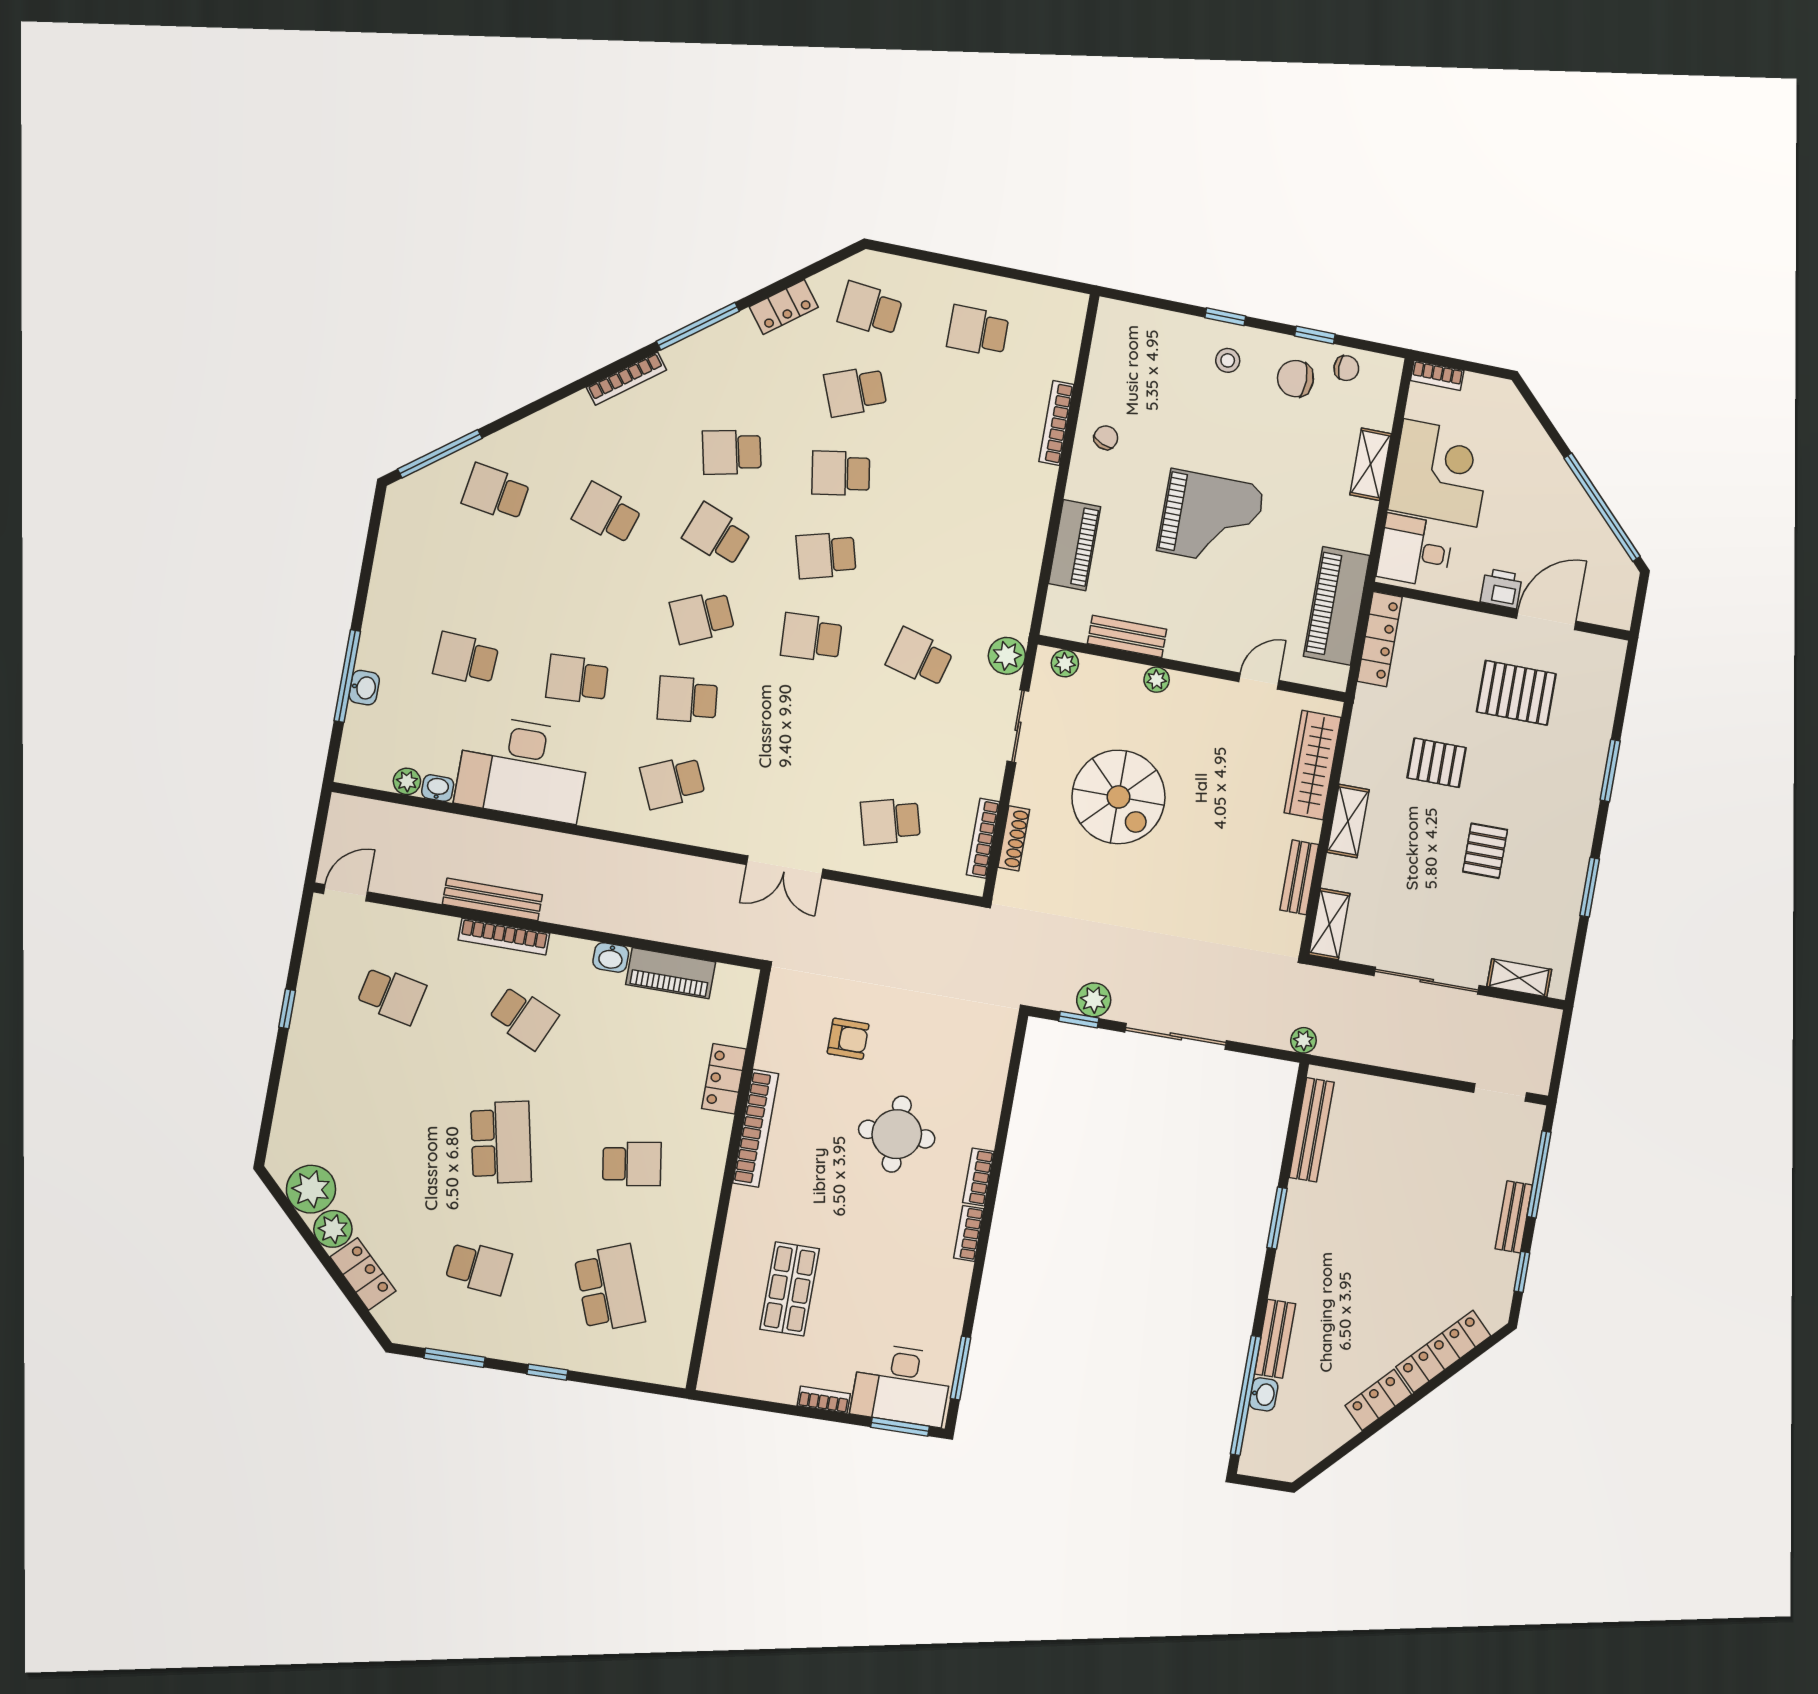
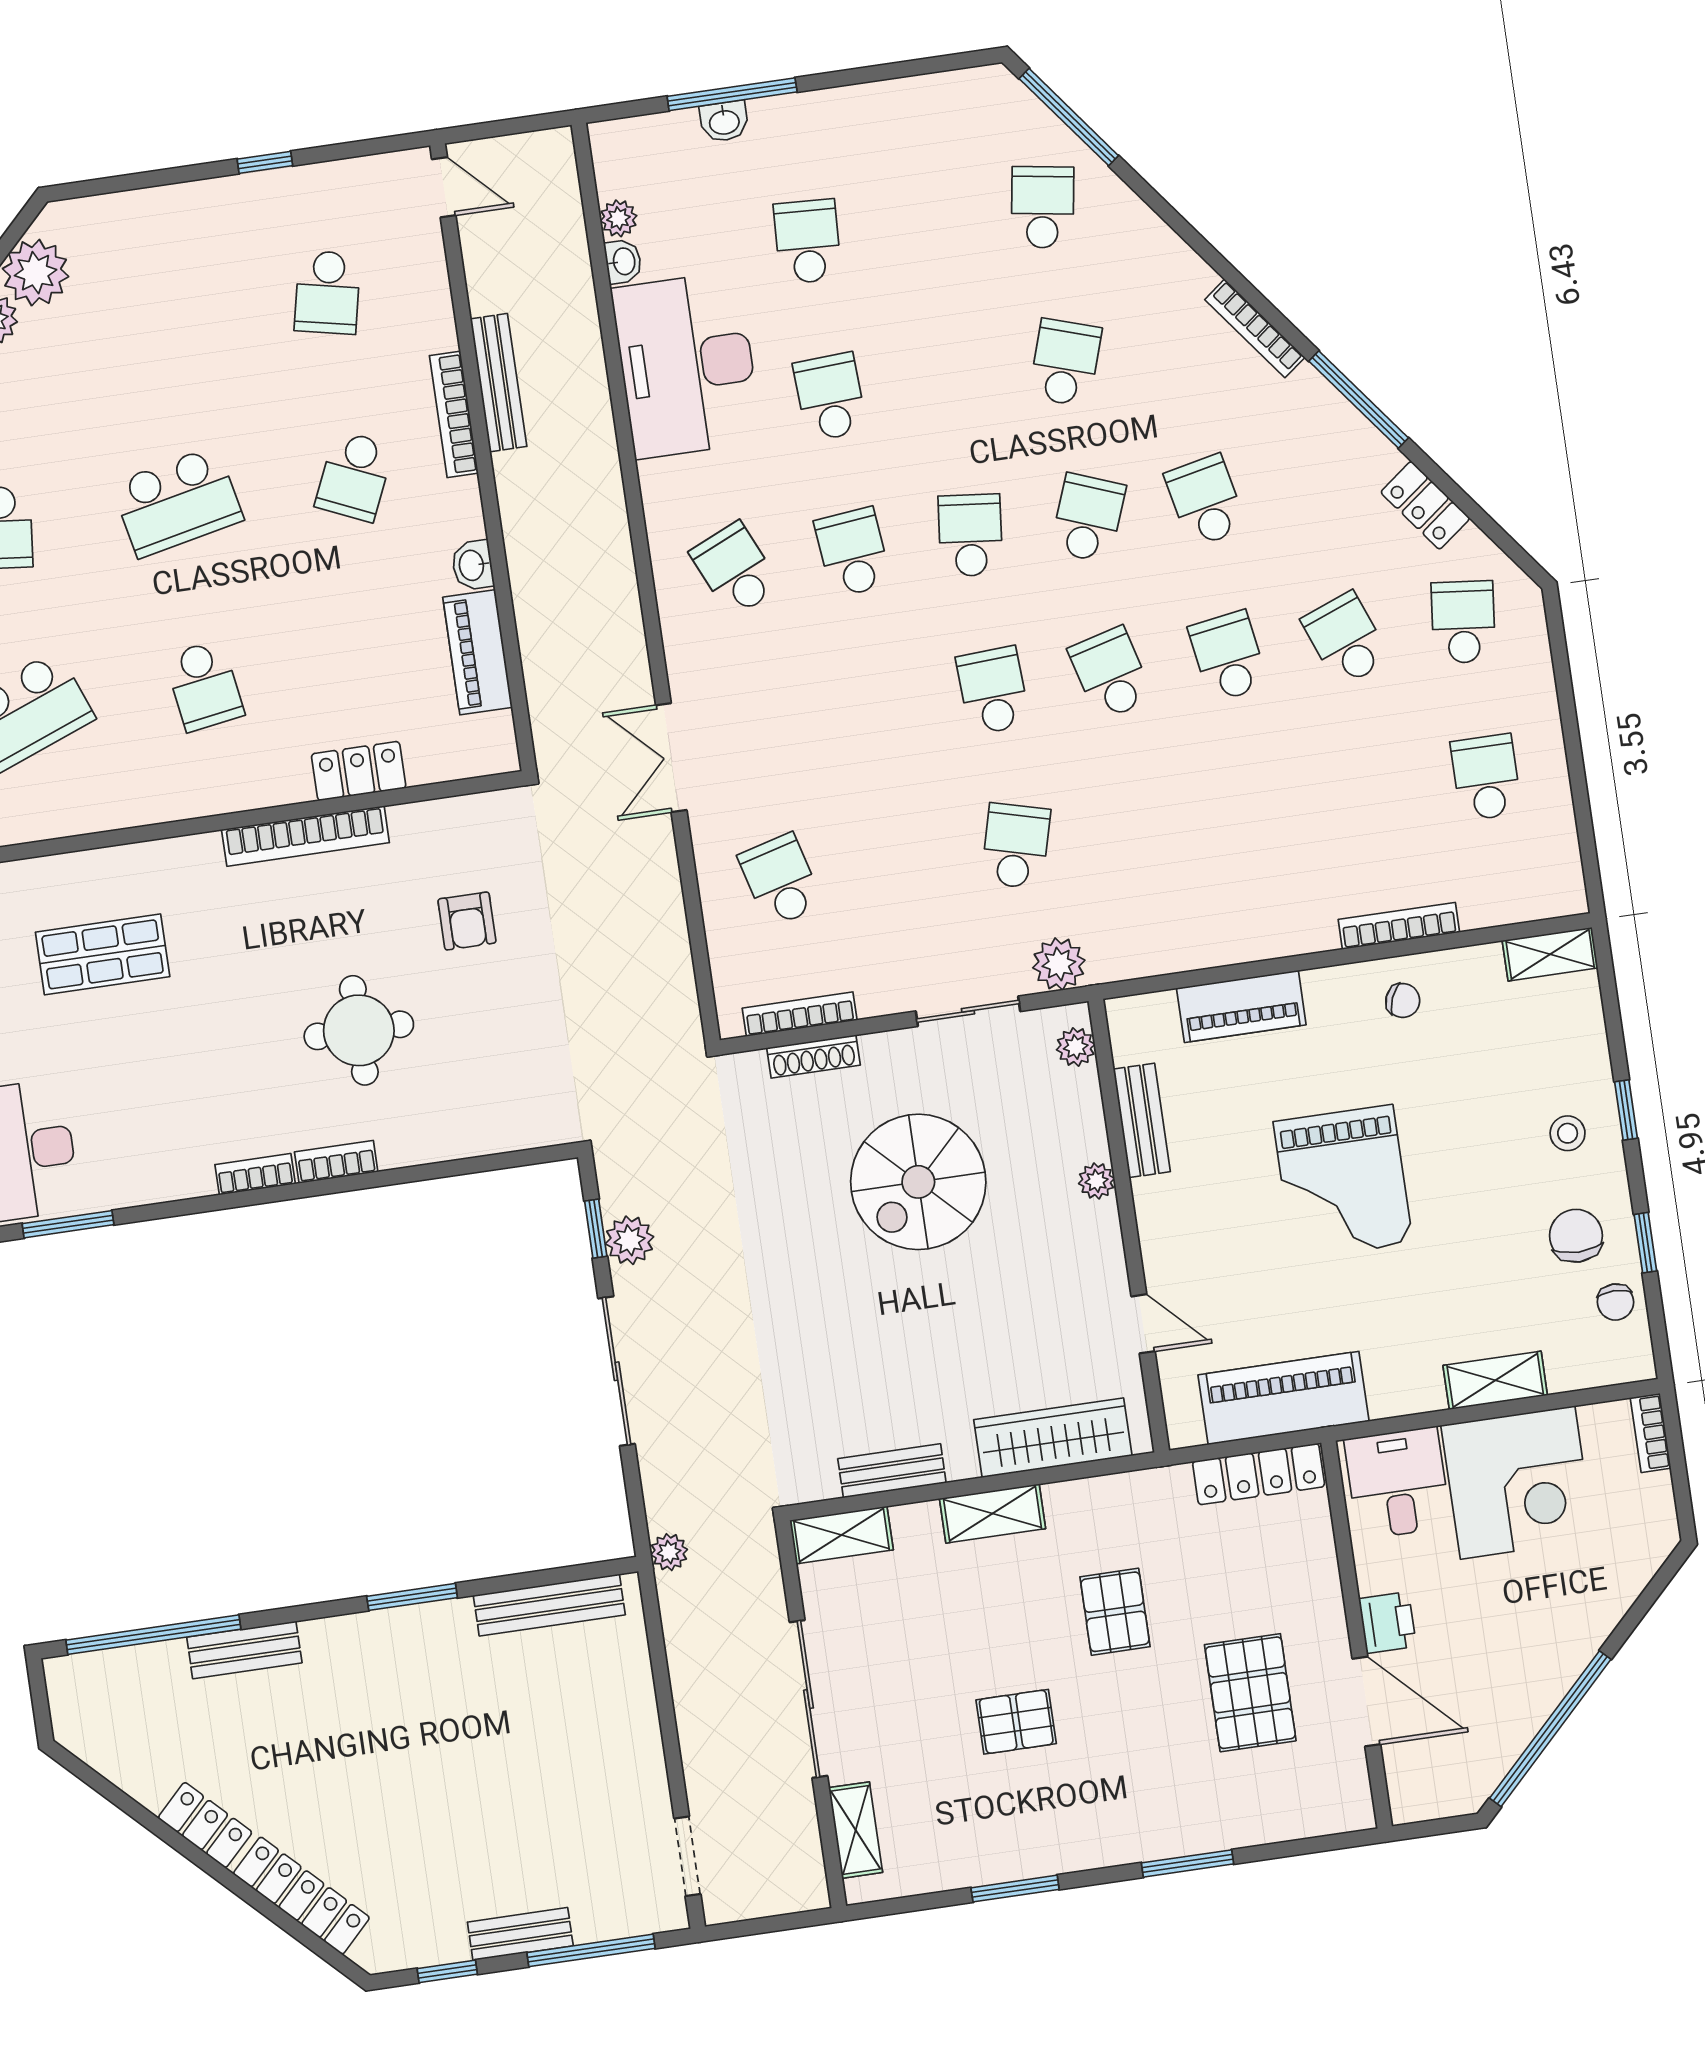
shelving: (1108, 330) -> (1550, 954), added
school desk: (702, 617) -> (970, 535), turned 30
washbasin: (1264, 1394) -> (163, 1660), removed

